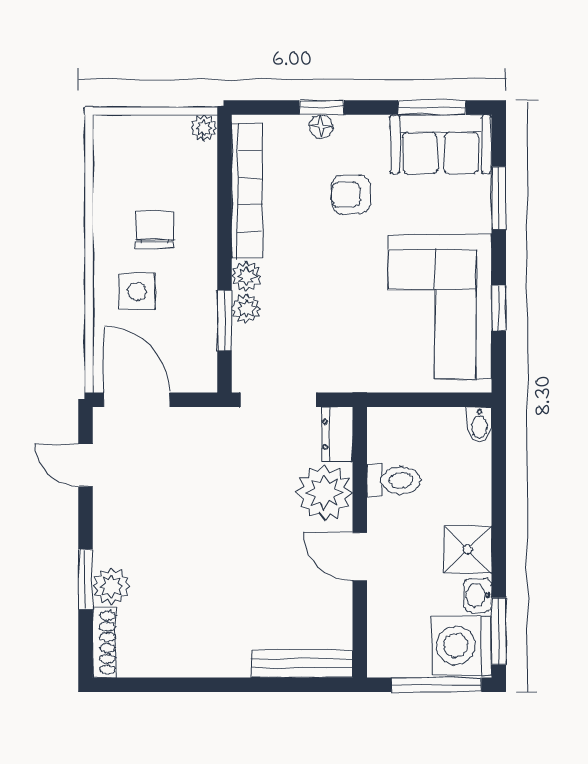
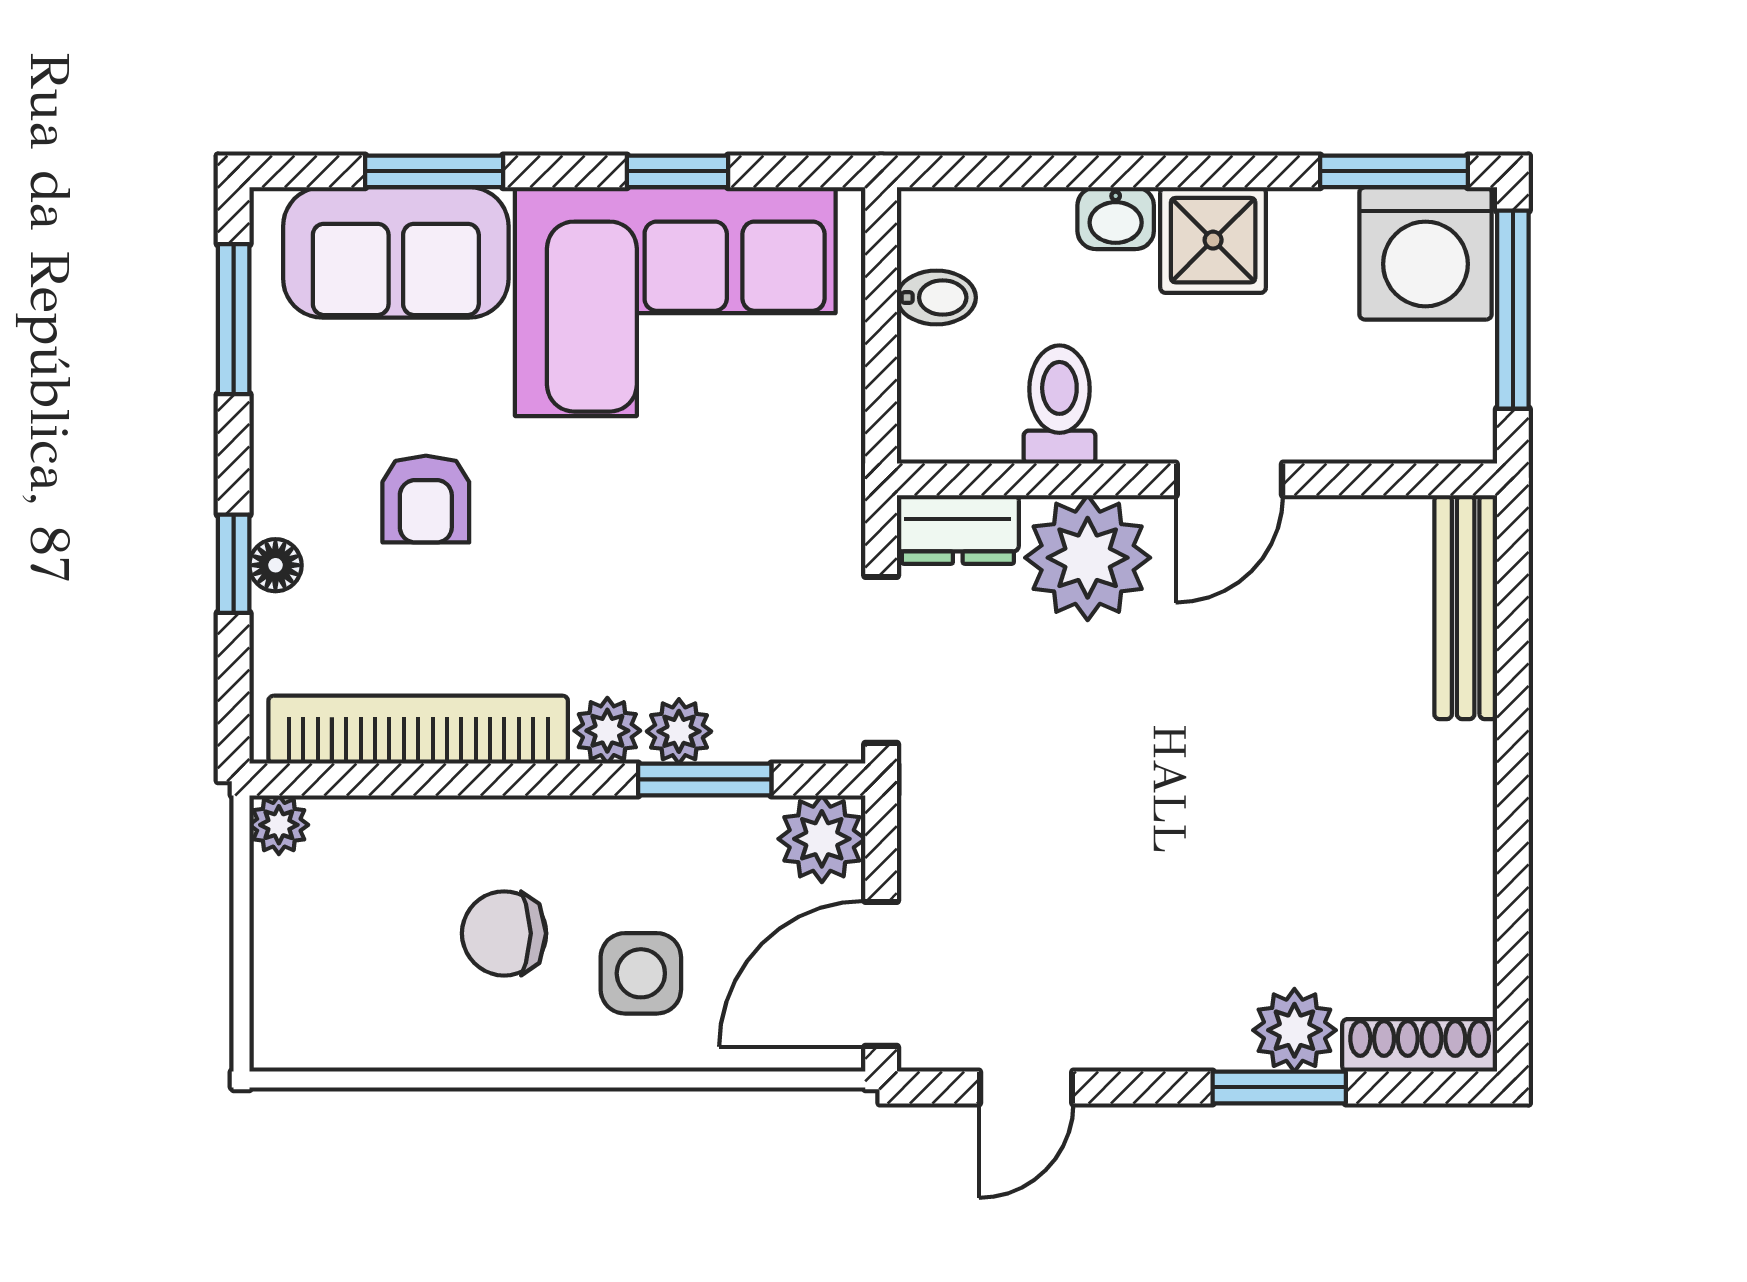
sofa: (441, 144) -> (396, 252), moved, turned 90
plant: (198, 373) -> (822, 839), added
bidet: (479, 425) -> (936, 298), moved
washbasin: (478, 595) -> (1116, 218), moved

